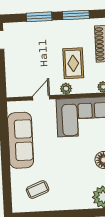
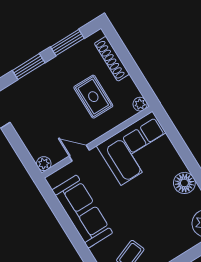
plant: (66, 89) -> (44, 164), moved
door: (41, 98) -> (79, 153), hinge flipped

